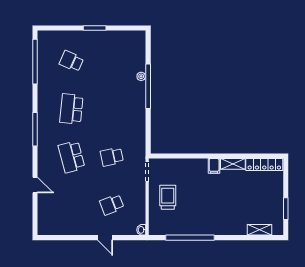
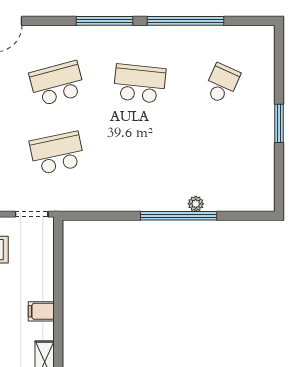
window: (35, 62) -> (185, 21), moved
school desk: (112, 157) -> (57, 153), width x1.85
filing cabinet: (214, 166) -> (41, 311), moved

